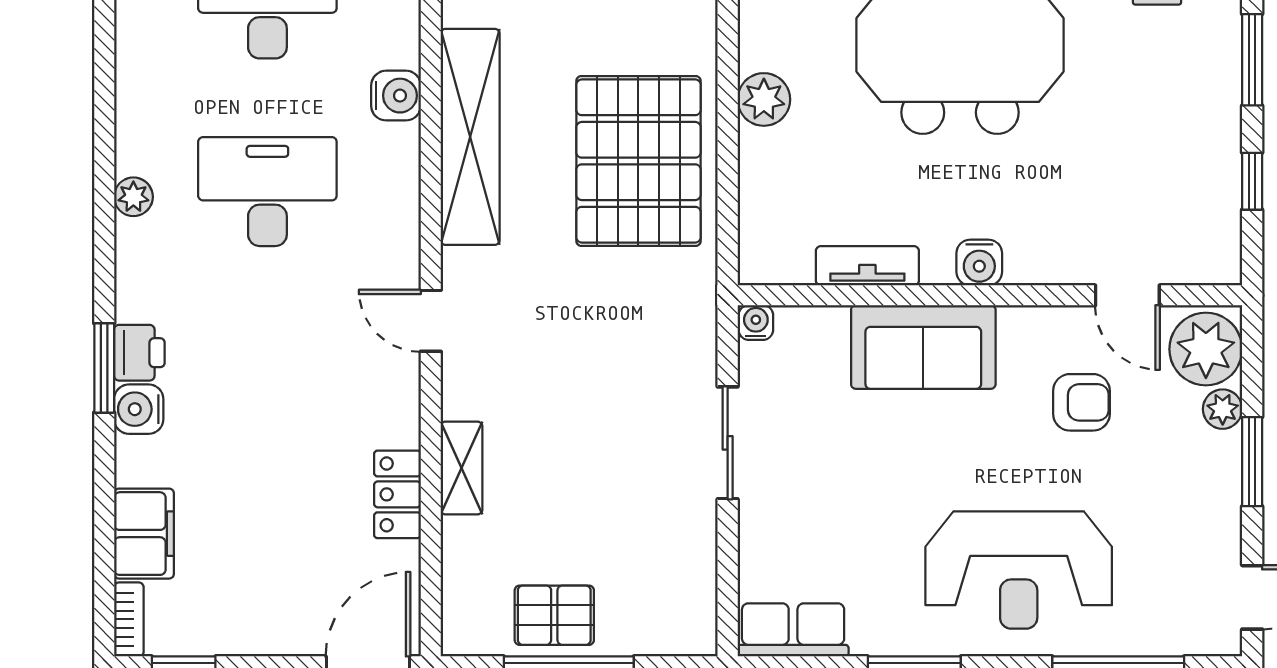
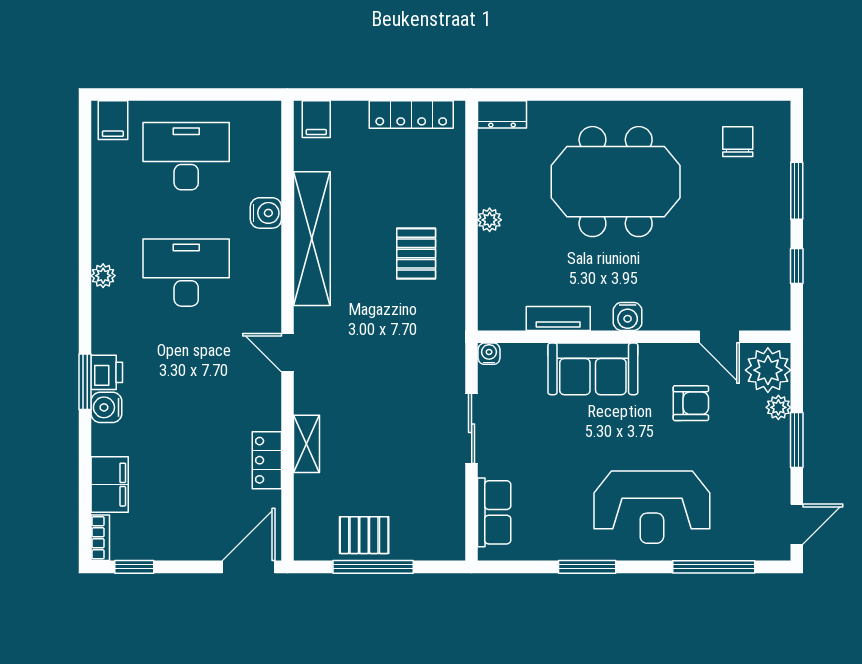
plant: (764, 99) -> (490, 220), width x0.73, depth x0.73
pallet: (638, 161) -> (416, 254), width x0.49, depth x0.50
row of seats: (793, 630) -> (494, 512), moved, turned 90

